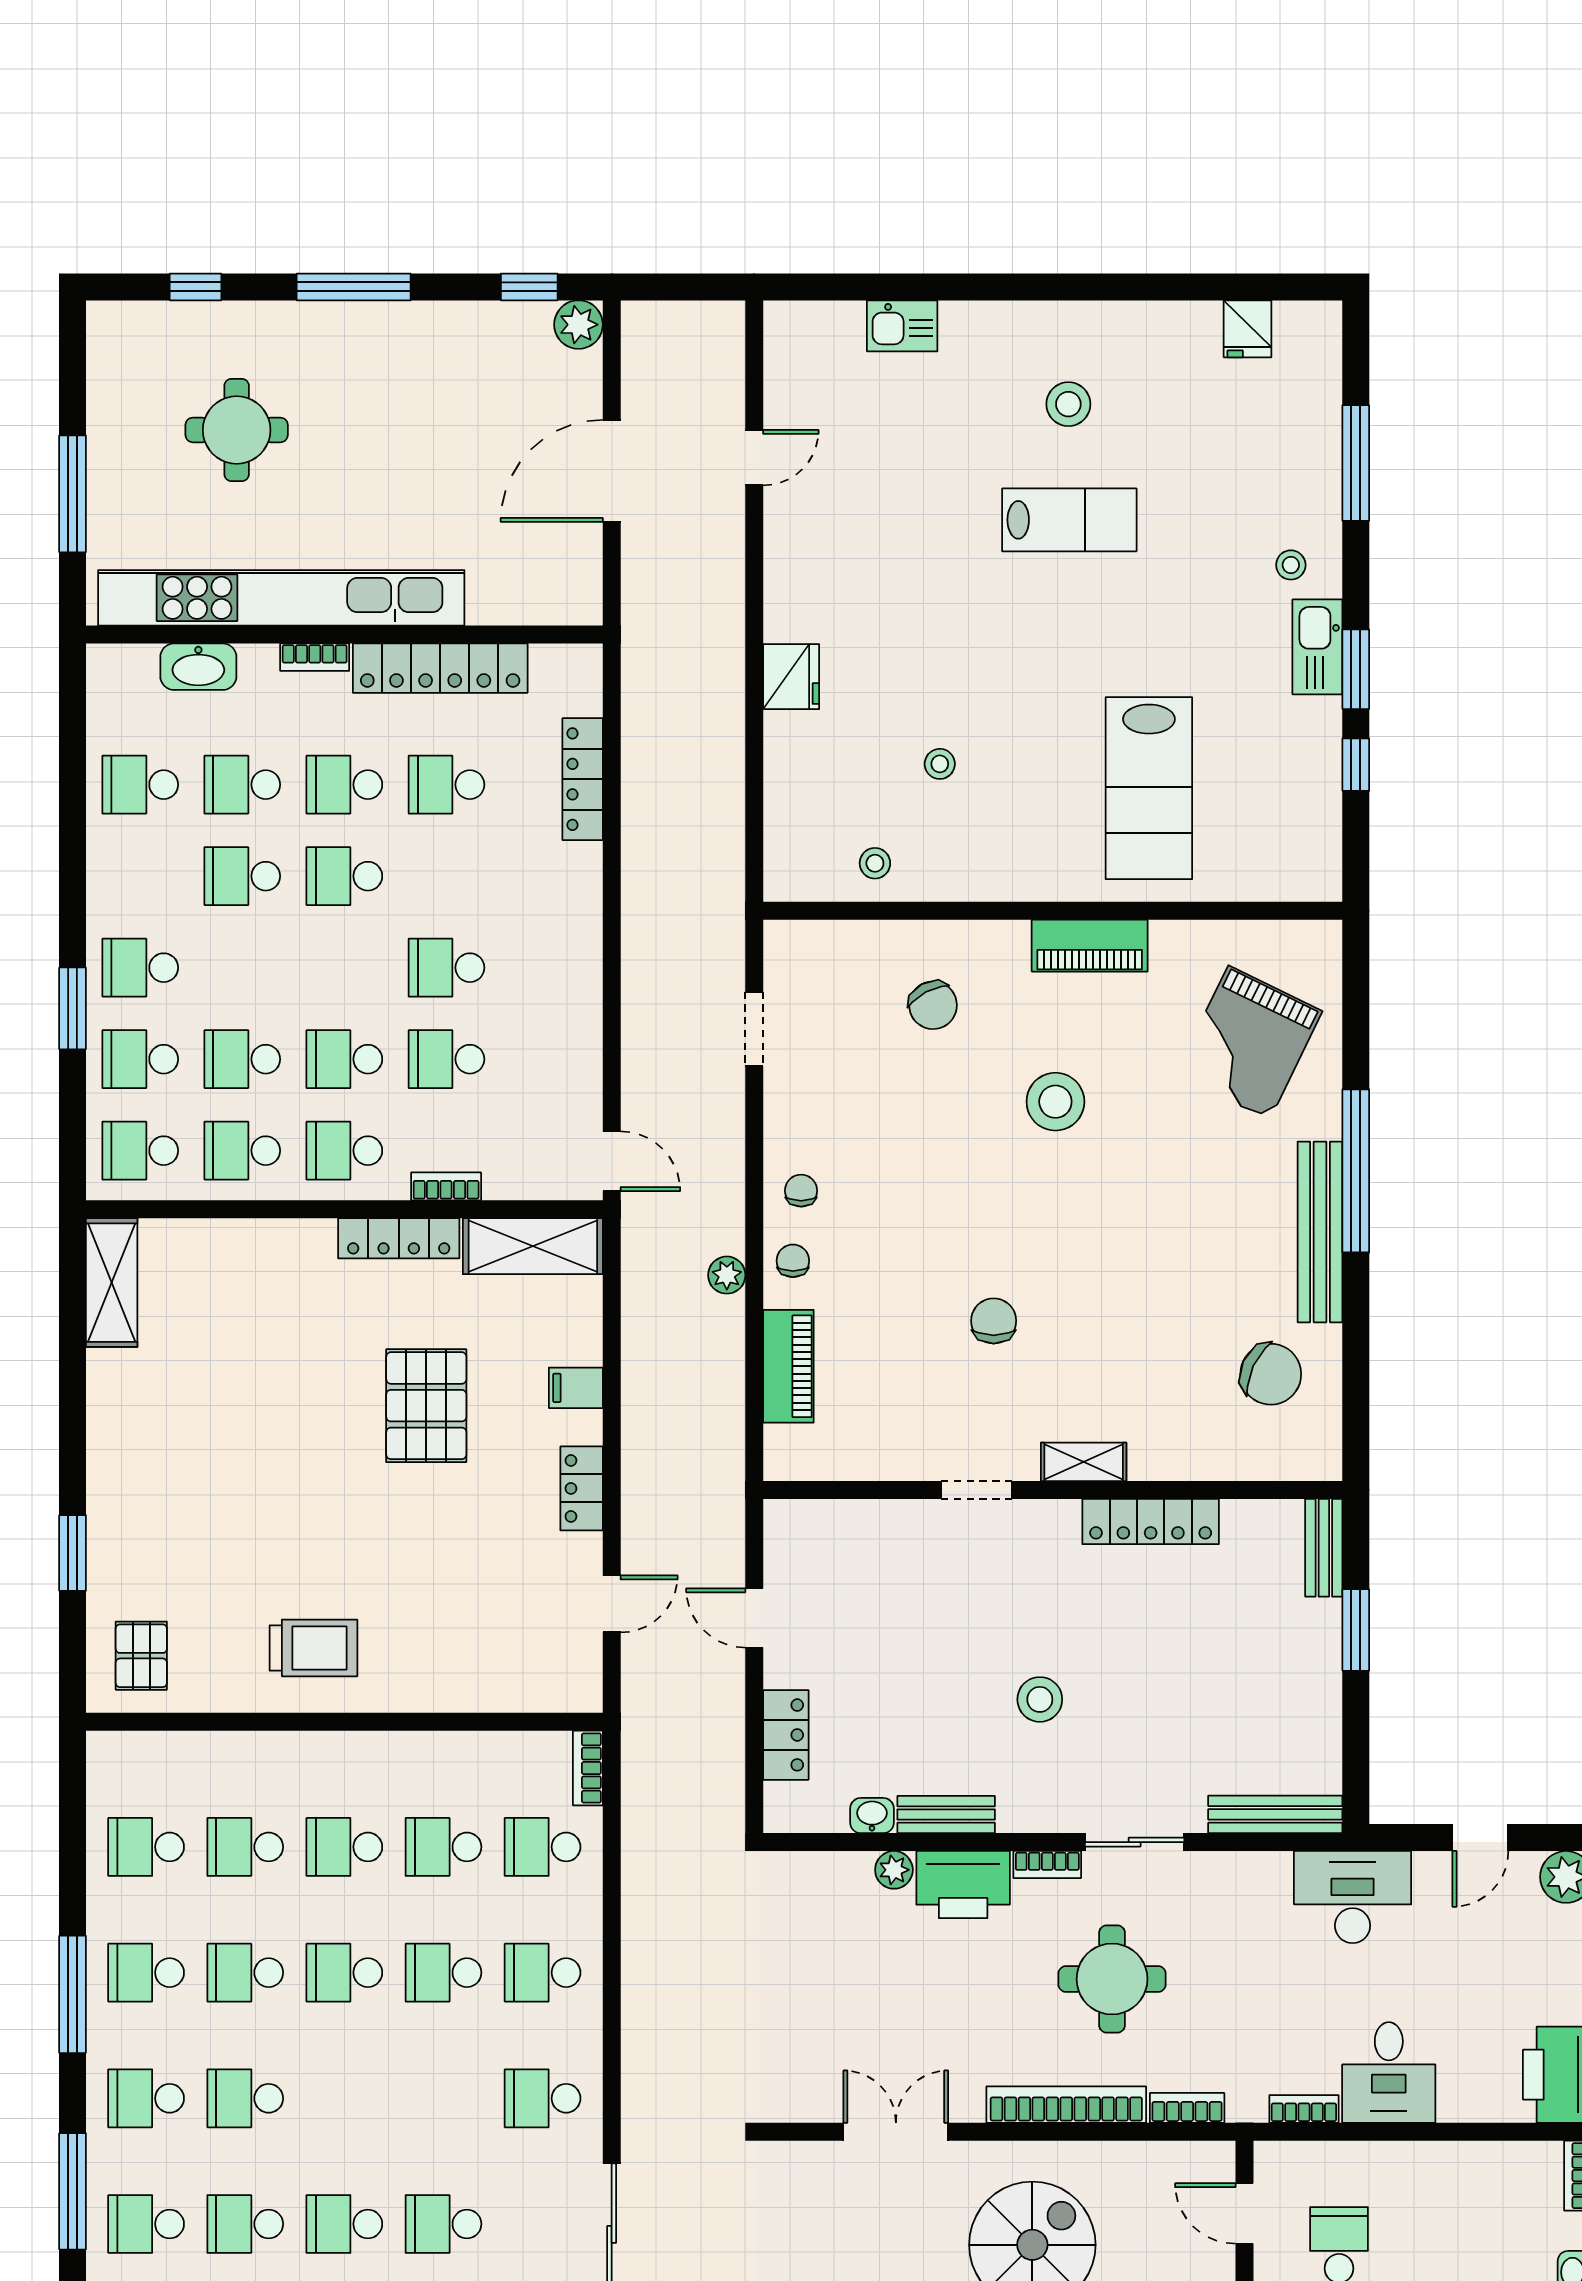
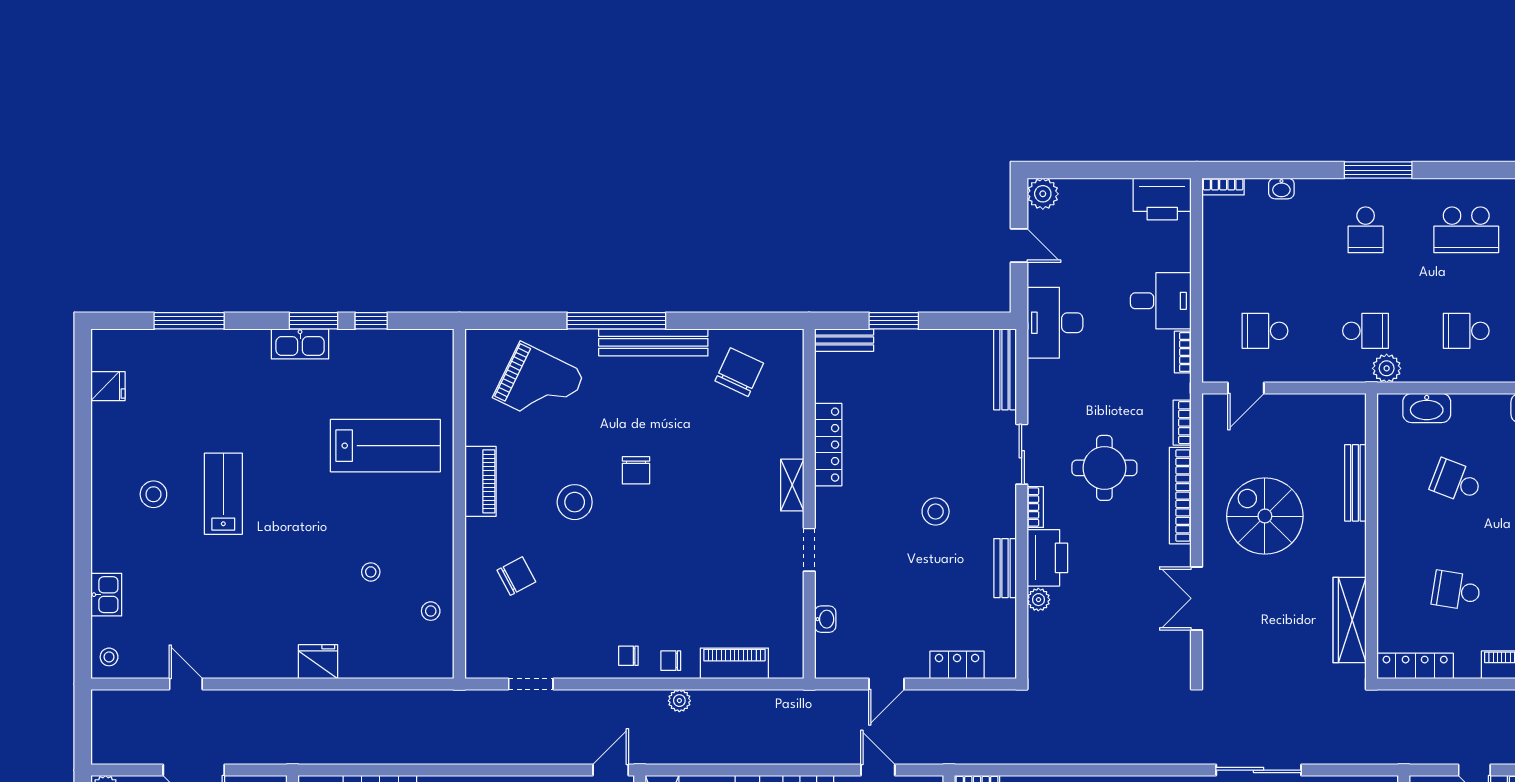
stool: (1291, 565) -> (109, 657), moved
chair: (994, 1321) -> (636, 470), moved, turned -90
washbasin: (872, 1816) -> (825, 619), moved, turned 180

